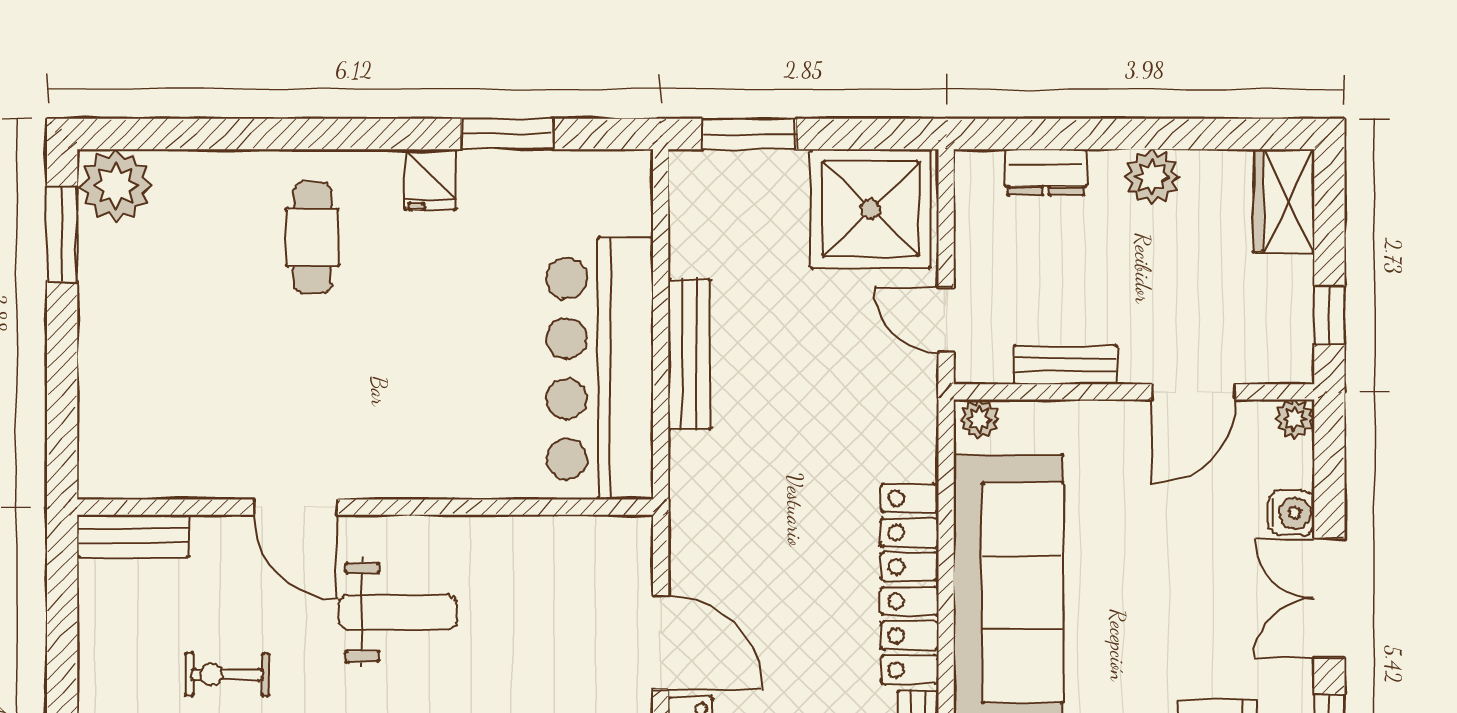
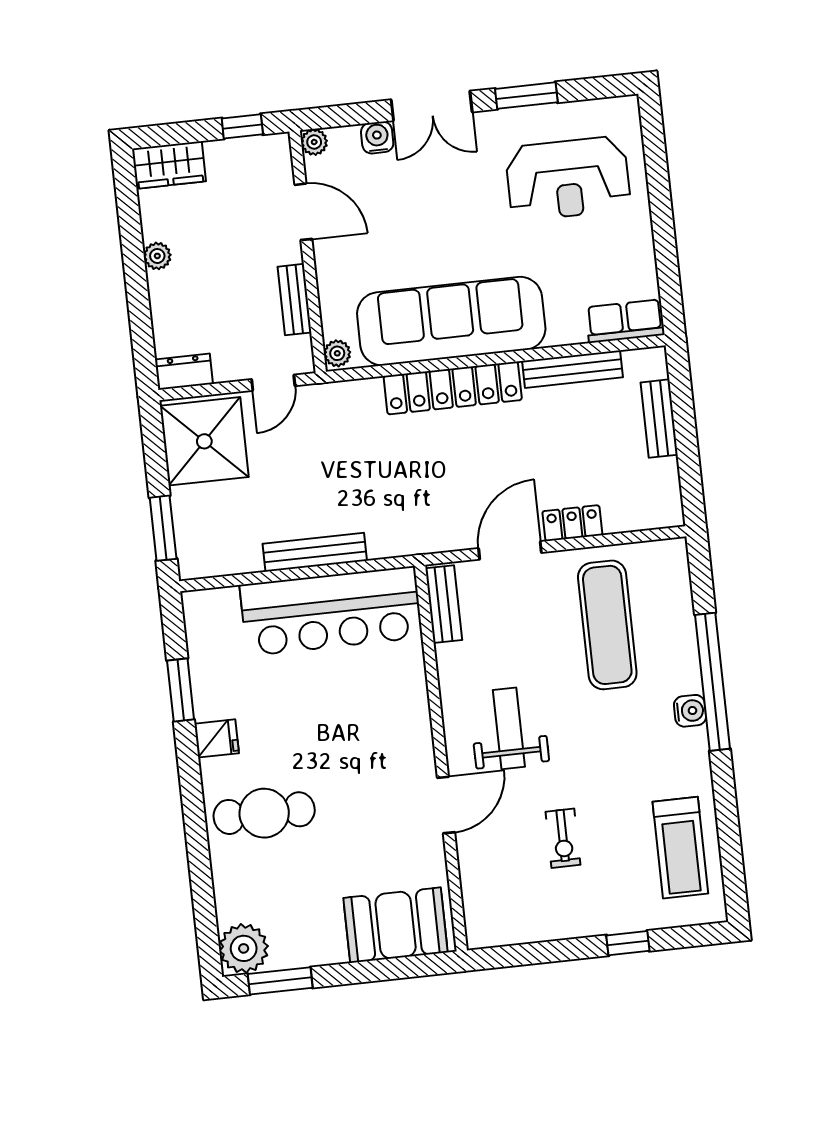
dresser: (1046, 172) -> (184, 372), moved, turned -90
plant: (1152, 177) -> (157, 256), width x0.73, depth x0.73
cafe table: (312, 238) -> (264, 813), width x1.37, depth x1.35
booth: (126, 414) -> (396, 925), added
bench: (133, 536) -> (444, 604), moved

